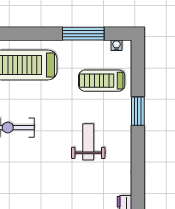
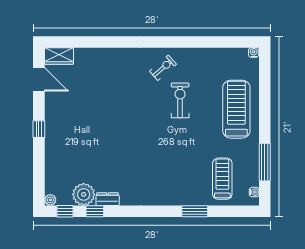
weight bench: (88, 142) -> (167, 167), removed

